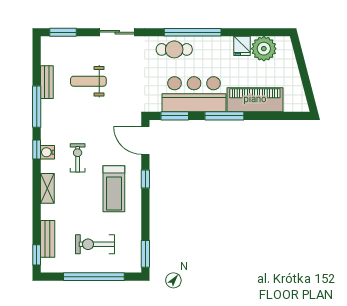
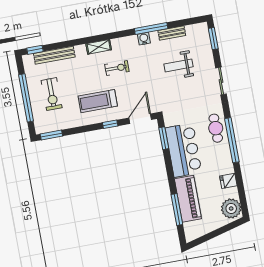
plant: (264, 49) -> (231, 208), moved
weight bench: (88, 81) -> (179, 65), turned -90
window: (224, 116) -> (177, 210), moved
window: (37, 150) -> (117, 35), removed
water cooler: (47, 152) -> (144, 39), moved
shelving: (47, 188) -> (99, 47), moved
bench: (48, 239) -> (54, 55), width x1.36
exercise bike: (95, 244) -> (52, 94), turned 180

